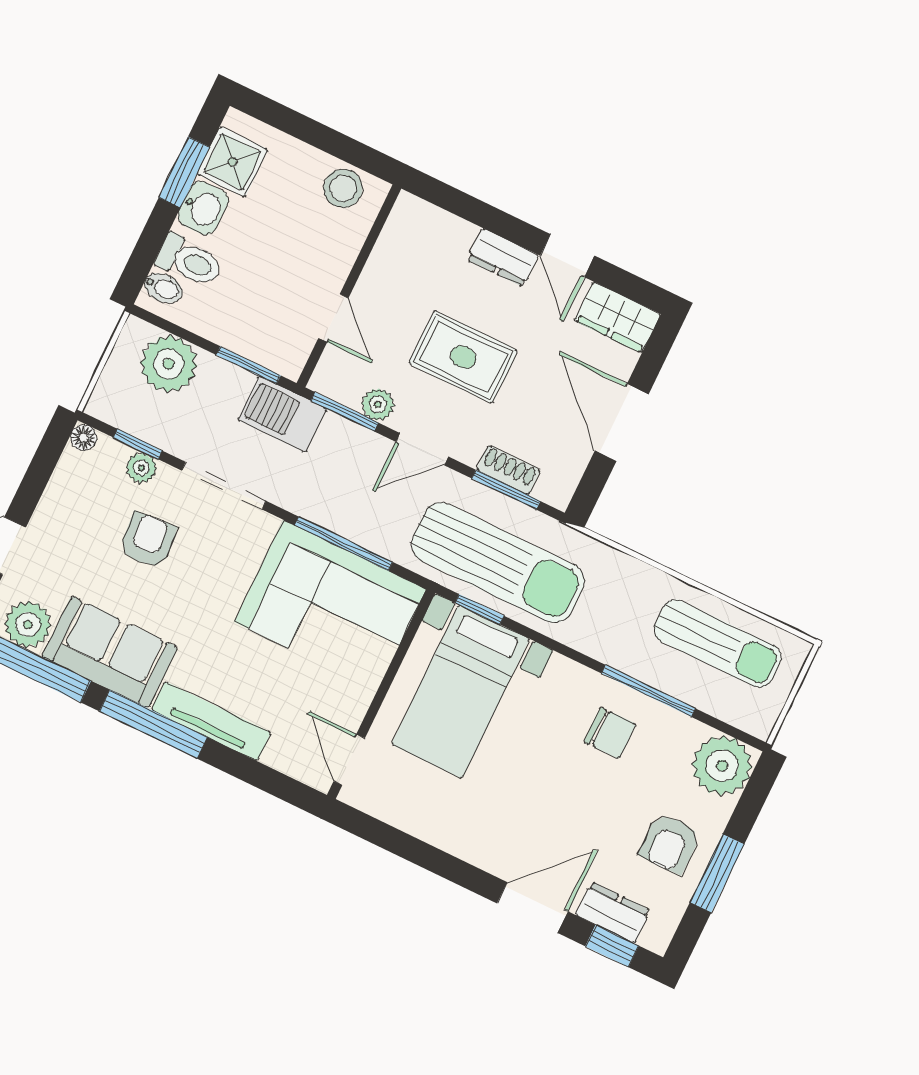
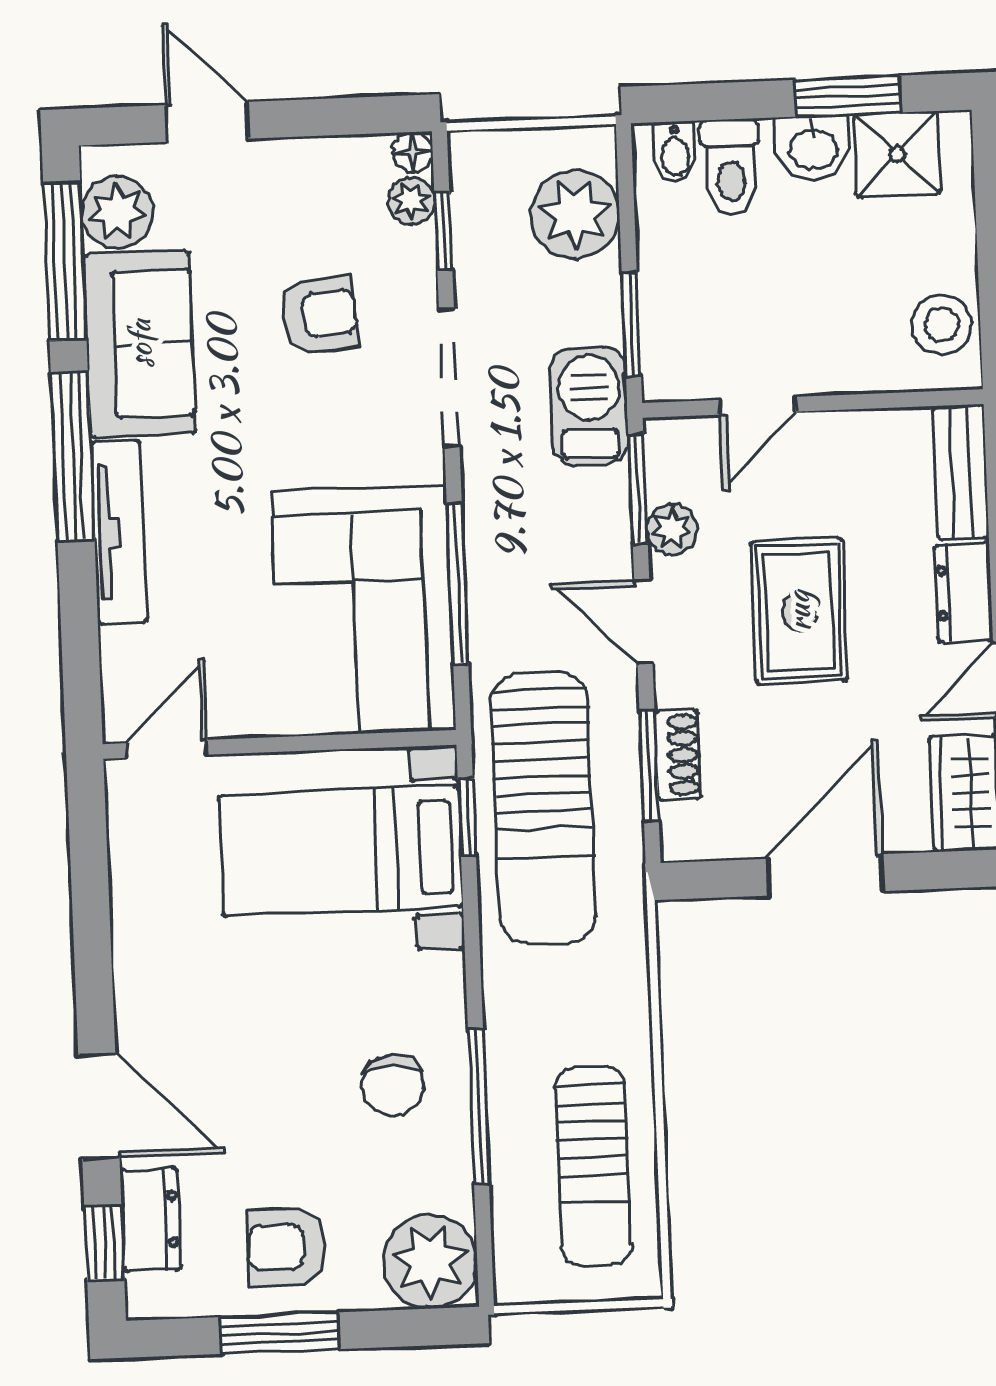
bench: (433, 222) -> (961, 472), added
plant: (141, 468) -> (411, 201), moved

